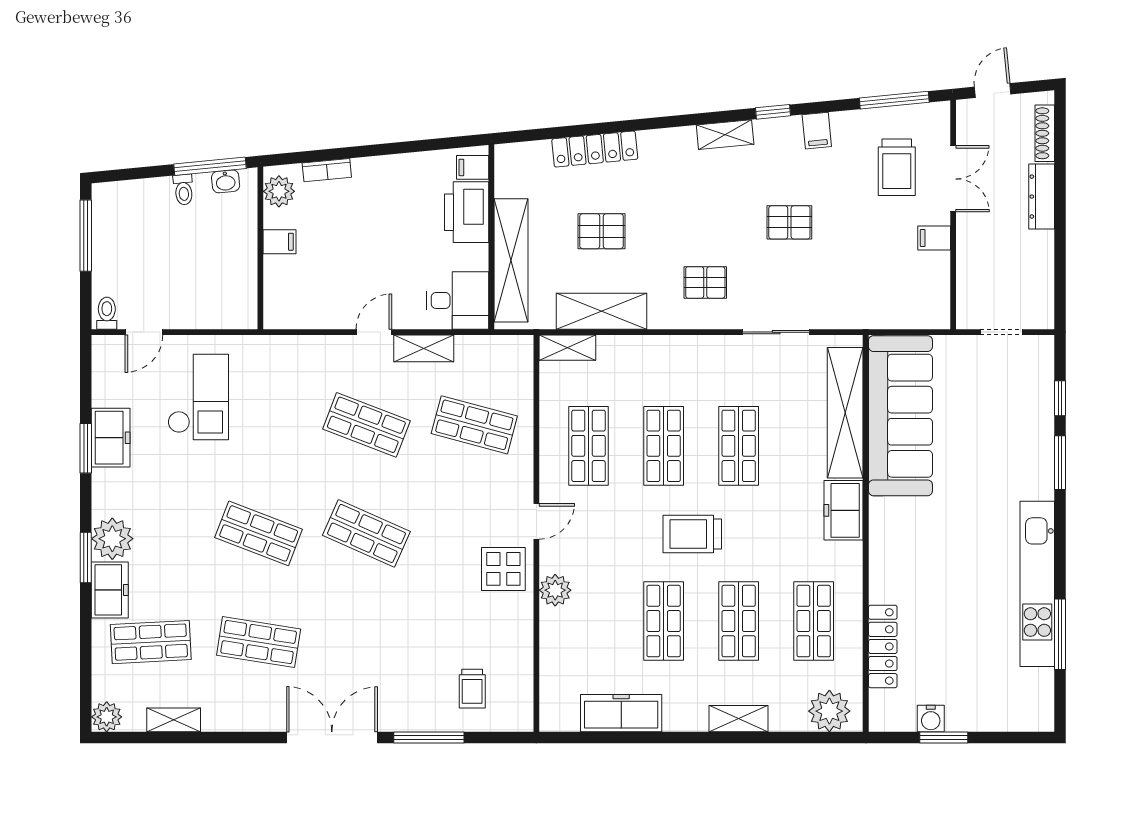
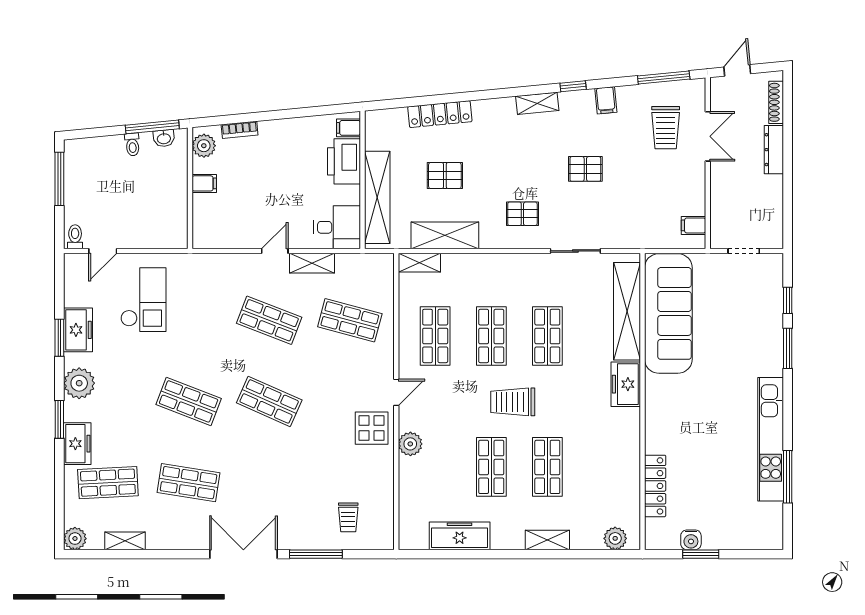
filing cabinet: (934, 238) -> (693, 225), moved
plant: (112, 539) -> (79, 383), moved
shop shelf: (814, 621) -> (603, 467), removed
plant: (829, 711) -> (615, 538), width x0.73, depth x0.73

